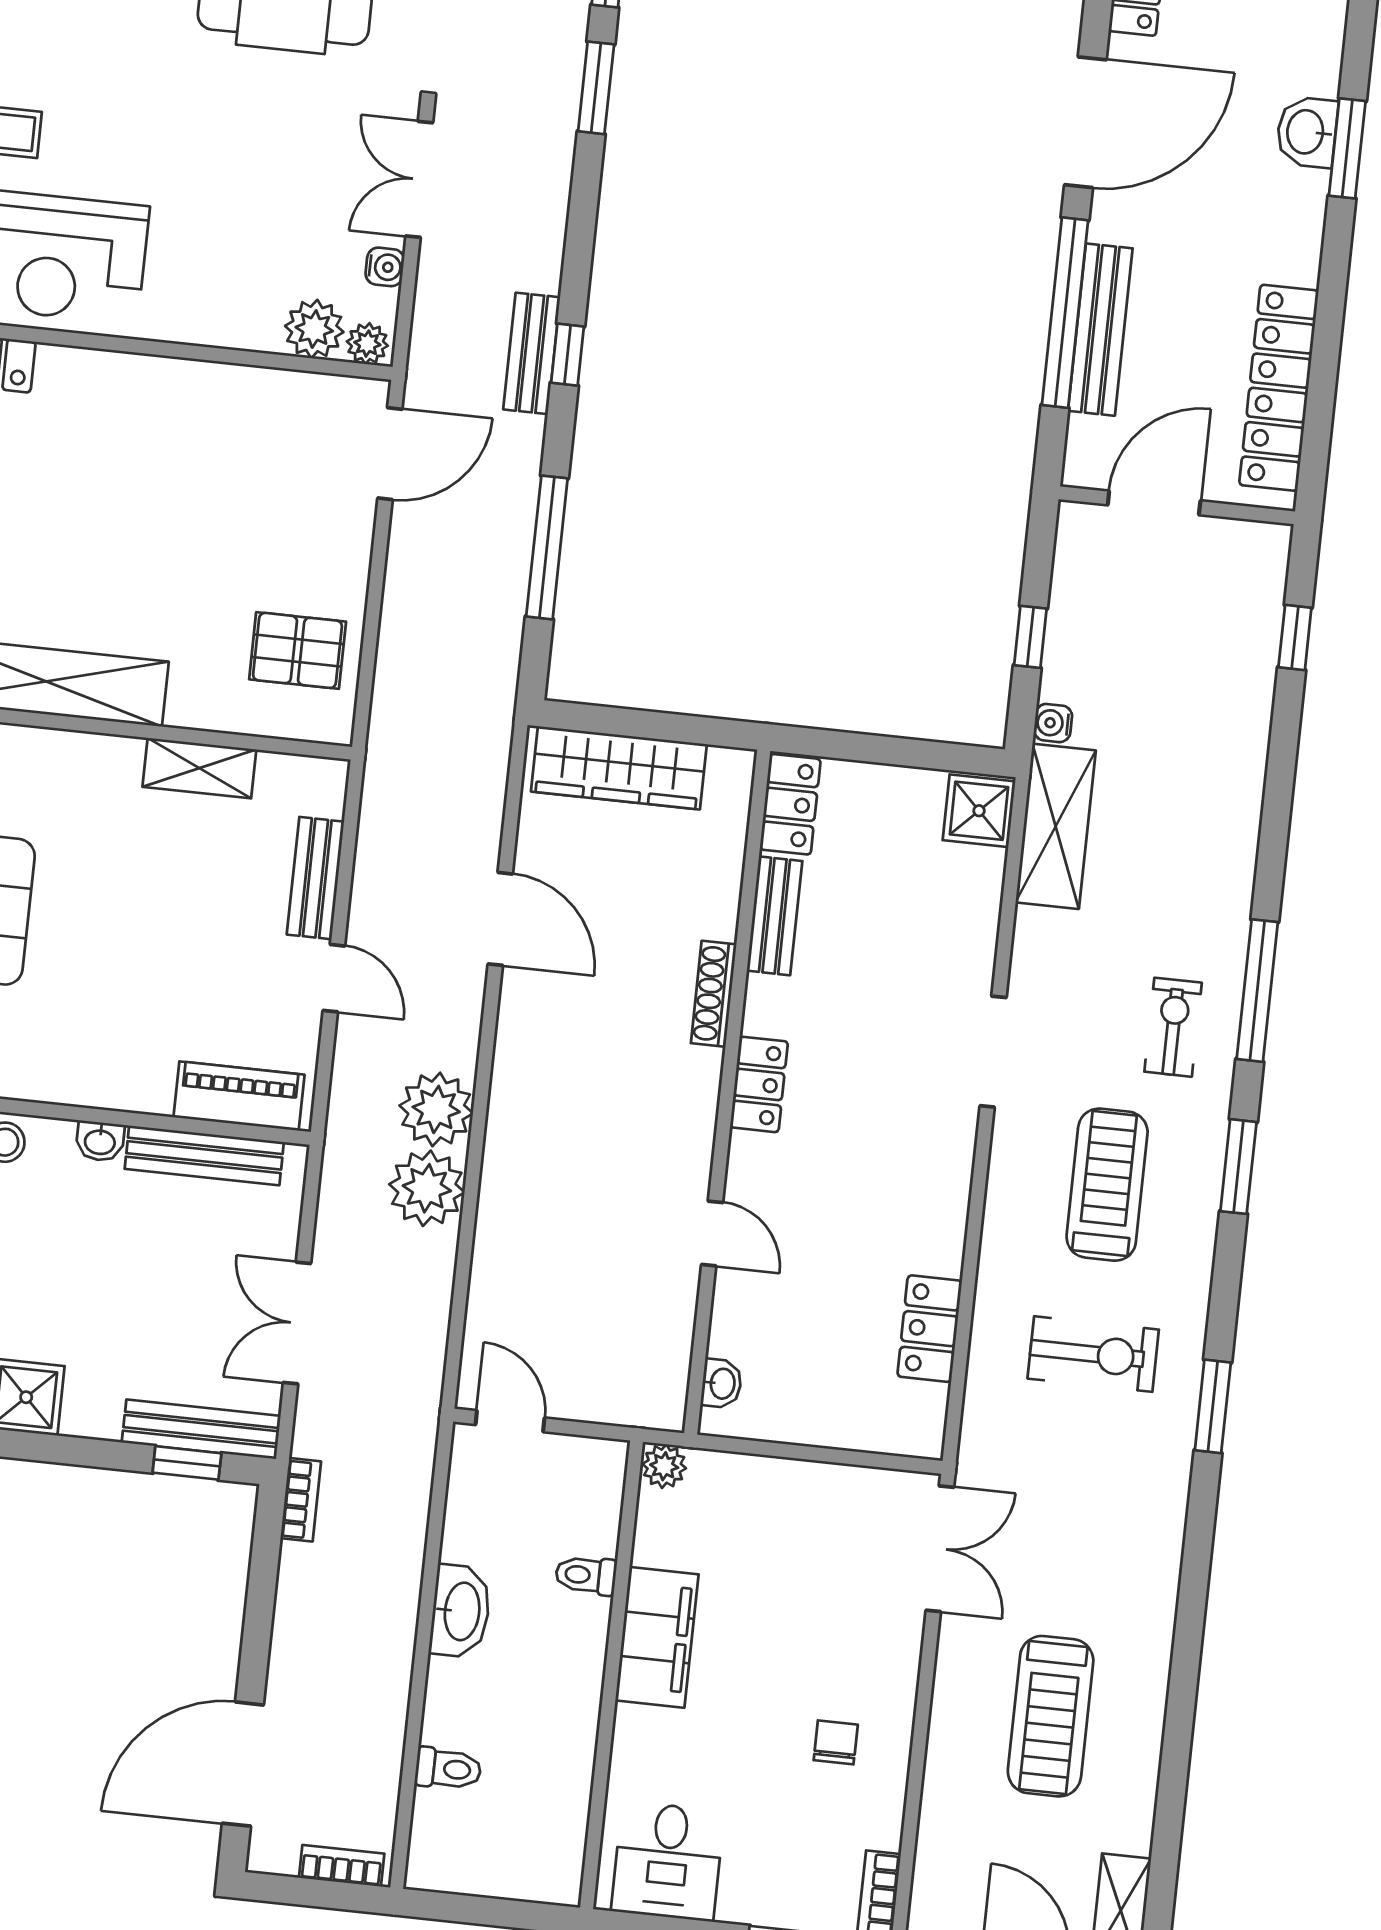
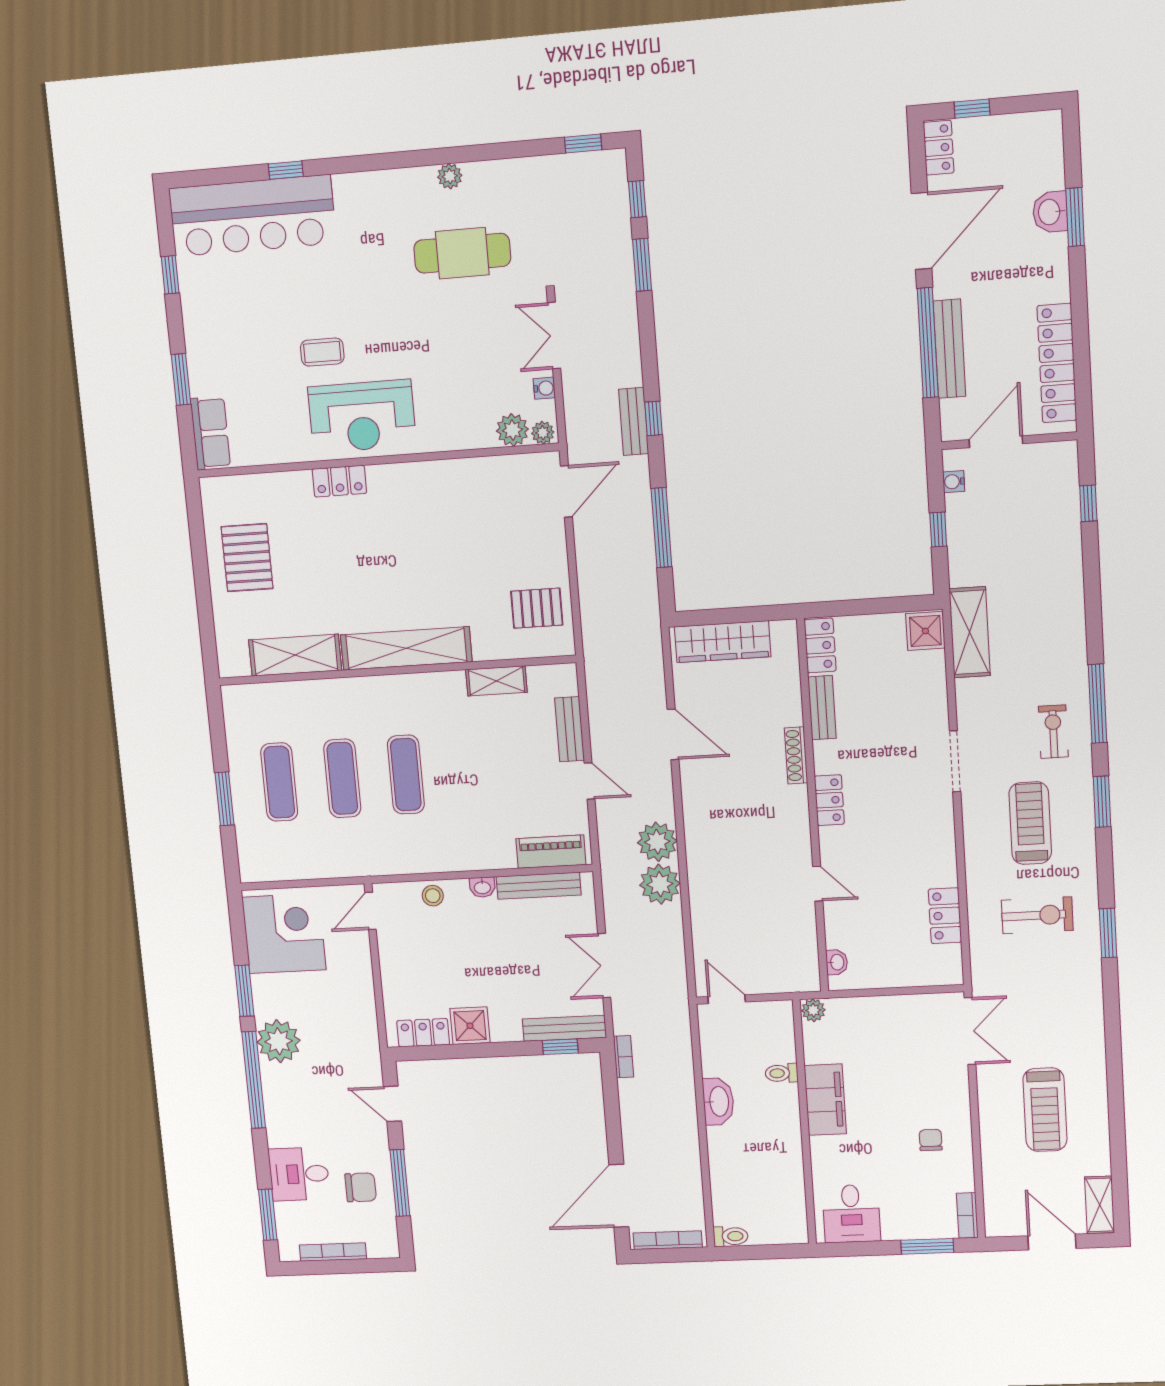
water cooler: (1053, 723) -> (954, 482), moved
toilet: (448, 1769) -> (731, 1236), moved
bookcase: (342, 1866) -> (668, 1240), width x1.56

